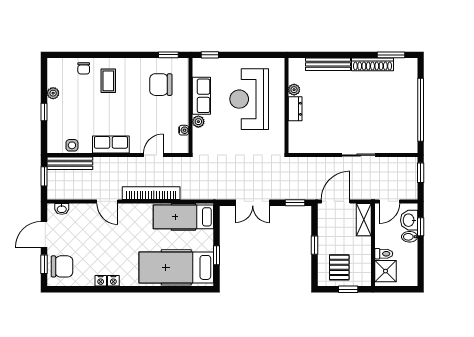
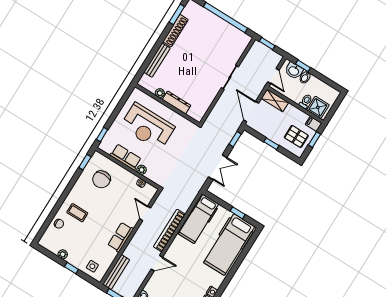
dresser: (295, 109) -> (177, 102), width x1.44
side table: (72, 145) -> (92, 266), moved
filing cabinet: (365, 277) -> (314, 124), added

